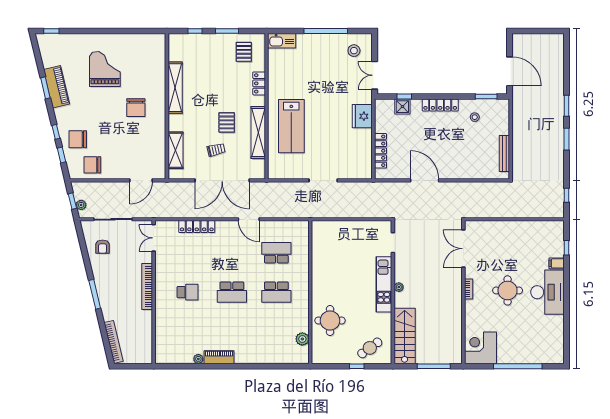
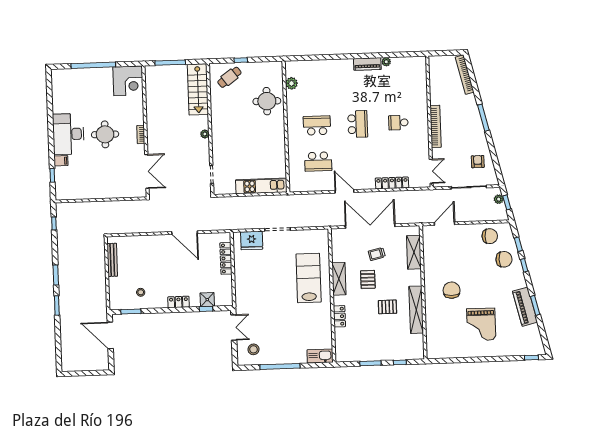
pallet: (244, 52) -> (387, 307), moved, turned 90
locker: (440, 105) -> (179, 302), width x0.66
fridge: (362, 116) -> (252, 241), moved, turned 90
shelving: (258, 133) -> (339, 279), width x0.68
kitchen unit: (384, 284) -> (261, 186), moved, turned -90
school desk: (232, 292) -> (358, 124), turned 90

